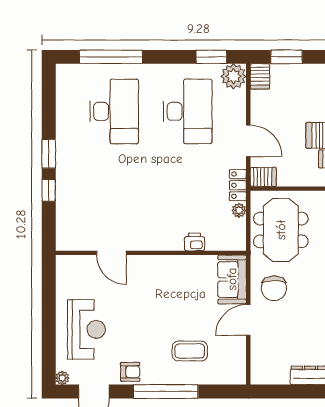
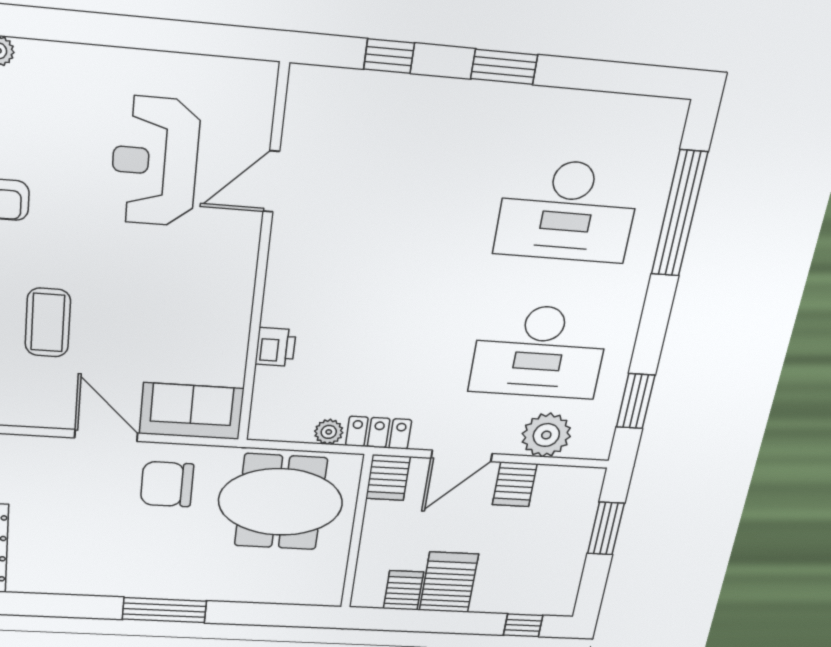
plant: (234, 76) -> (546, 435), moved
server rack: (260, 76) -> (515, 484), moved, turned -90
window: (49, 190) -> (389, 56), moved
reception desk: (86, 329) -> (155, 162), moved, turned 90

